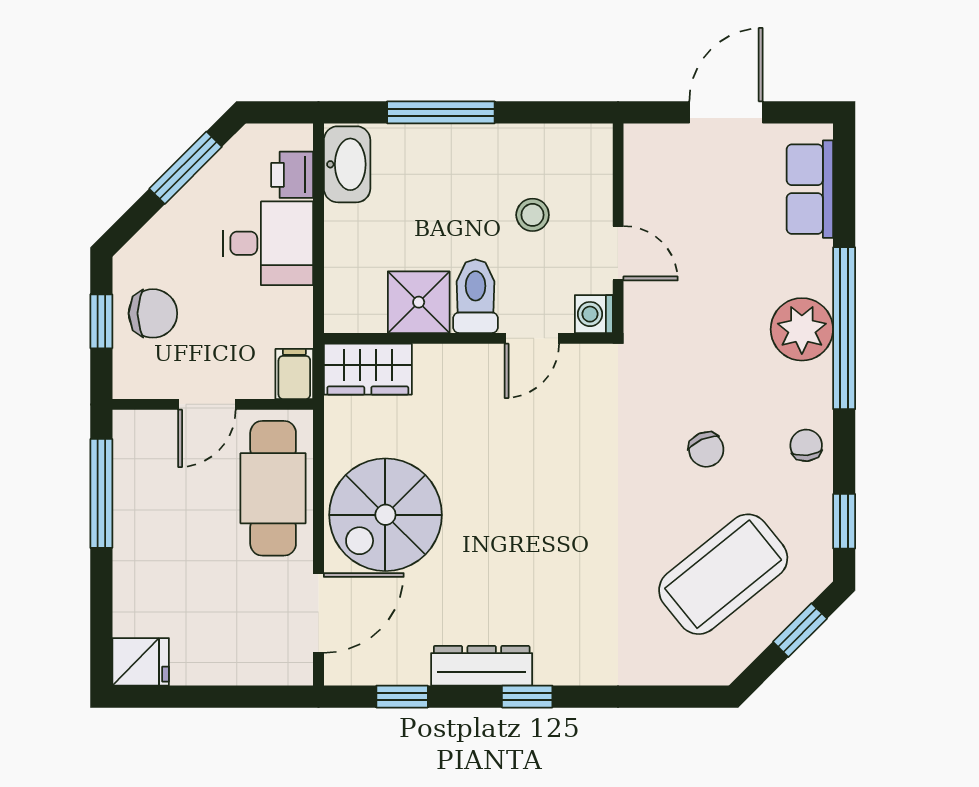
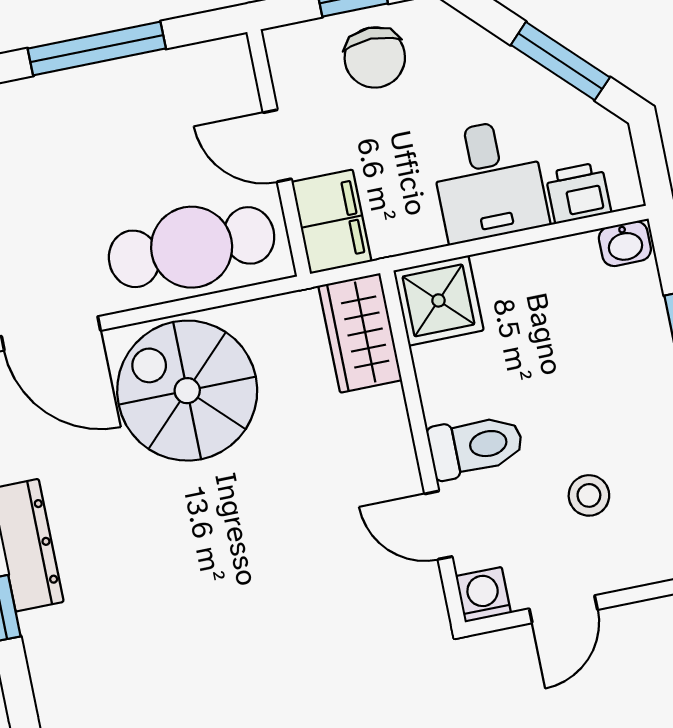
washbasin: (347, 164) -> (625, 244), width x0.52, depth x0.69
shower: (419, 302) -> (438, 300), moved
filing cabinet: (294, 374) -> (331, 222), width x2.00
window: (101, 493) -> (97, 49), moved

